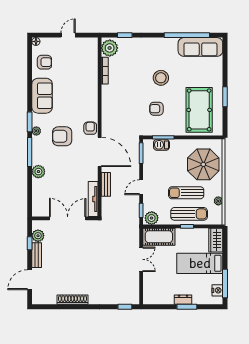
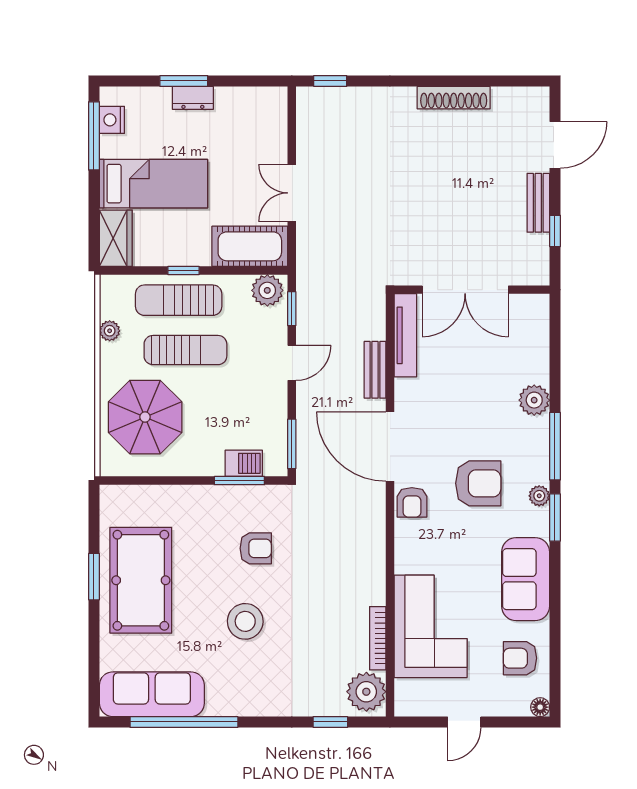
corner sofa: (82, 76) -> (431, 626), added
pool table: (199, 110) -> (141, 580), moved
plant: (38, 236) -> (535, 249), removed

